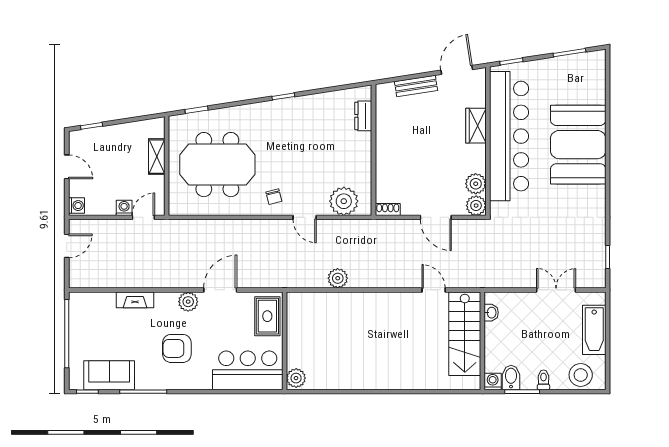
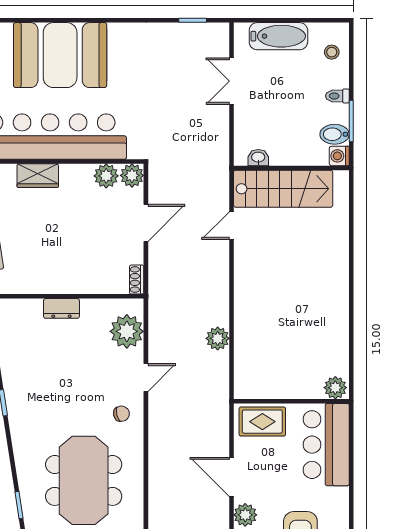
dresser: (363, 116) -> (61, 308), moved
stool: (581, 375) -> (332, 52), width x0.53, depth x0.53

